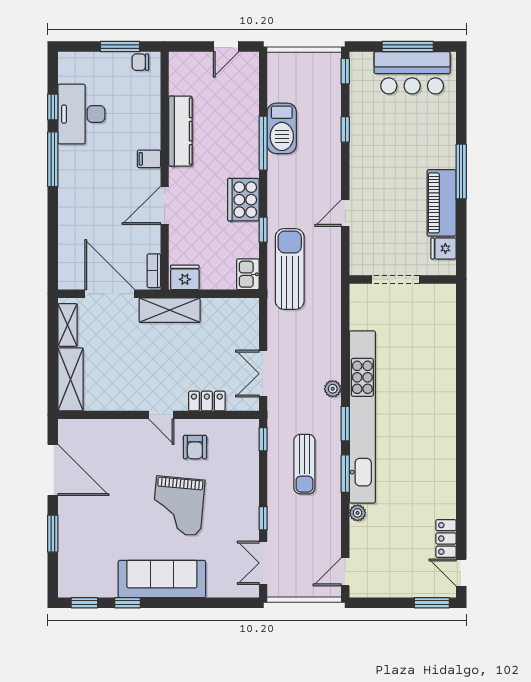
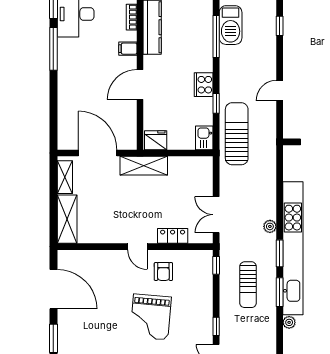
cooker: (243, 200) -> (204, 85), width x0.73, depth x0.76
bookcase: (154, 271) -> (132, 17), moved

